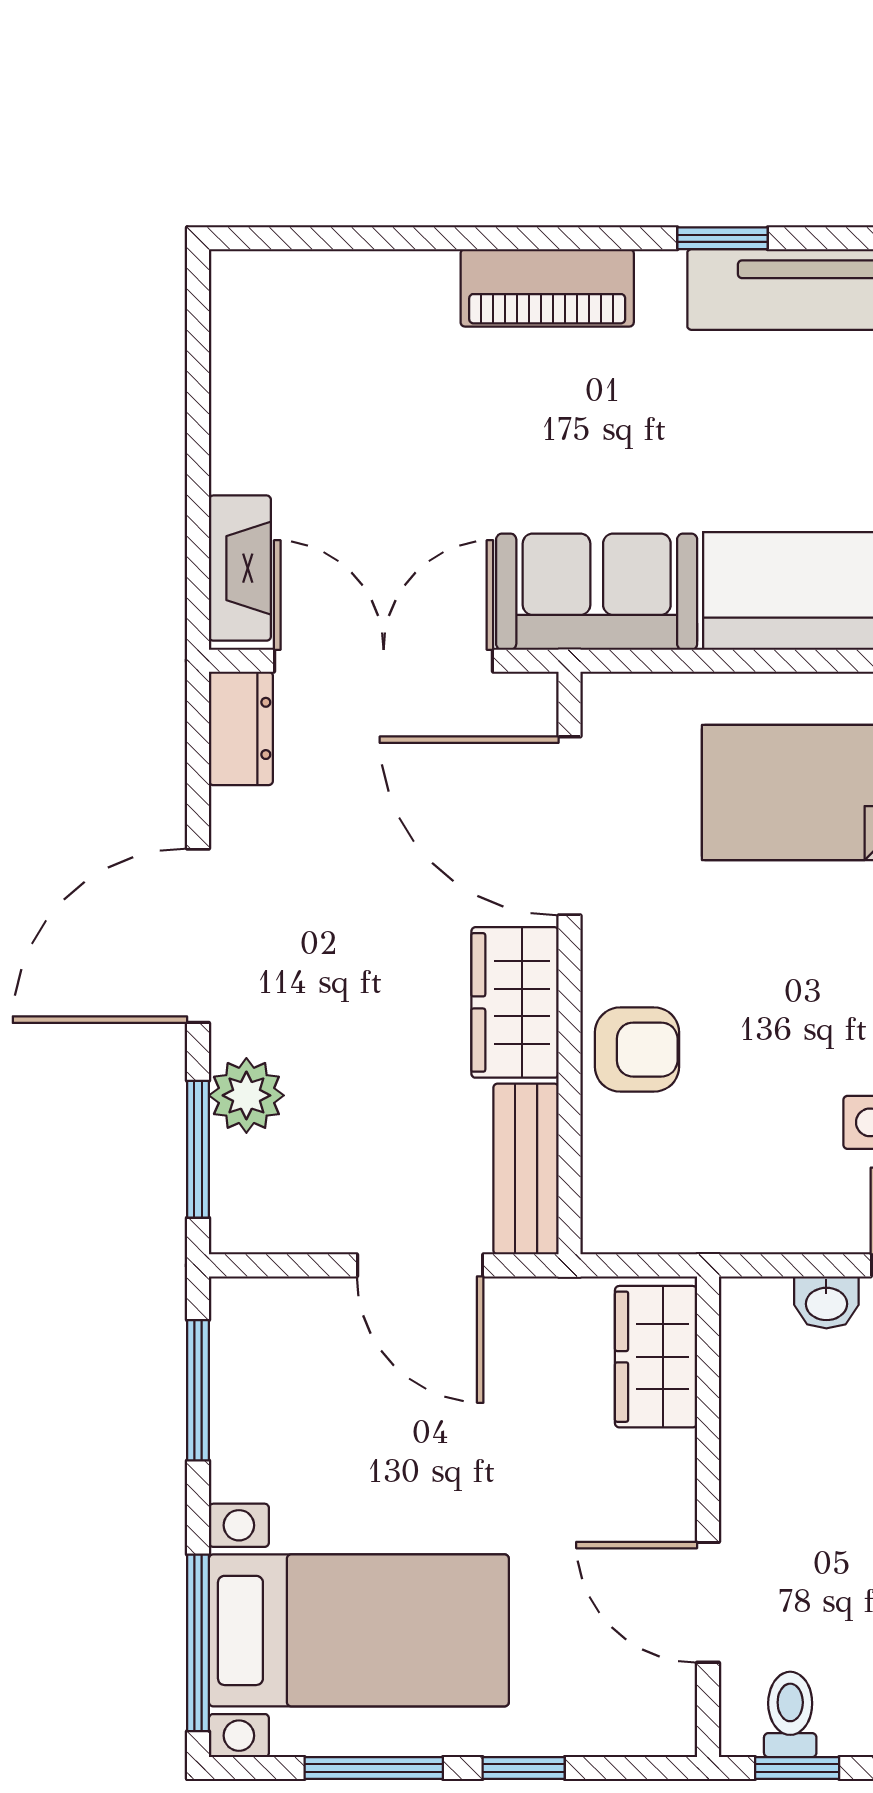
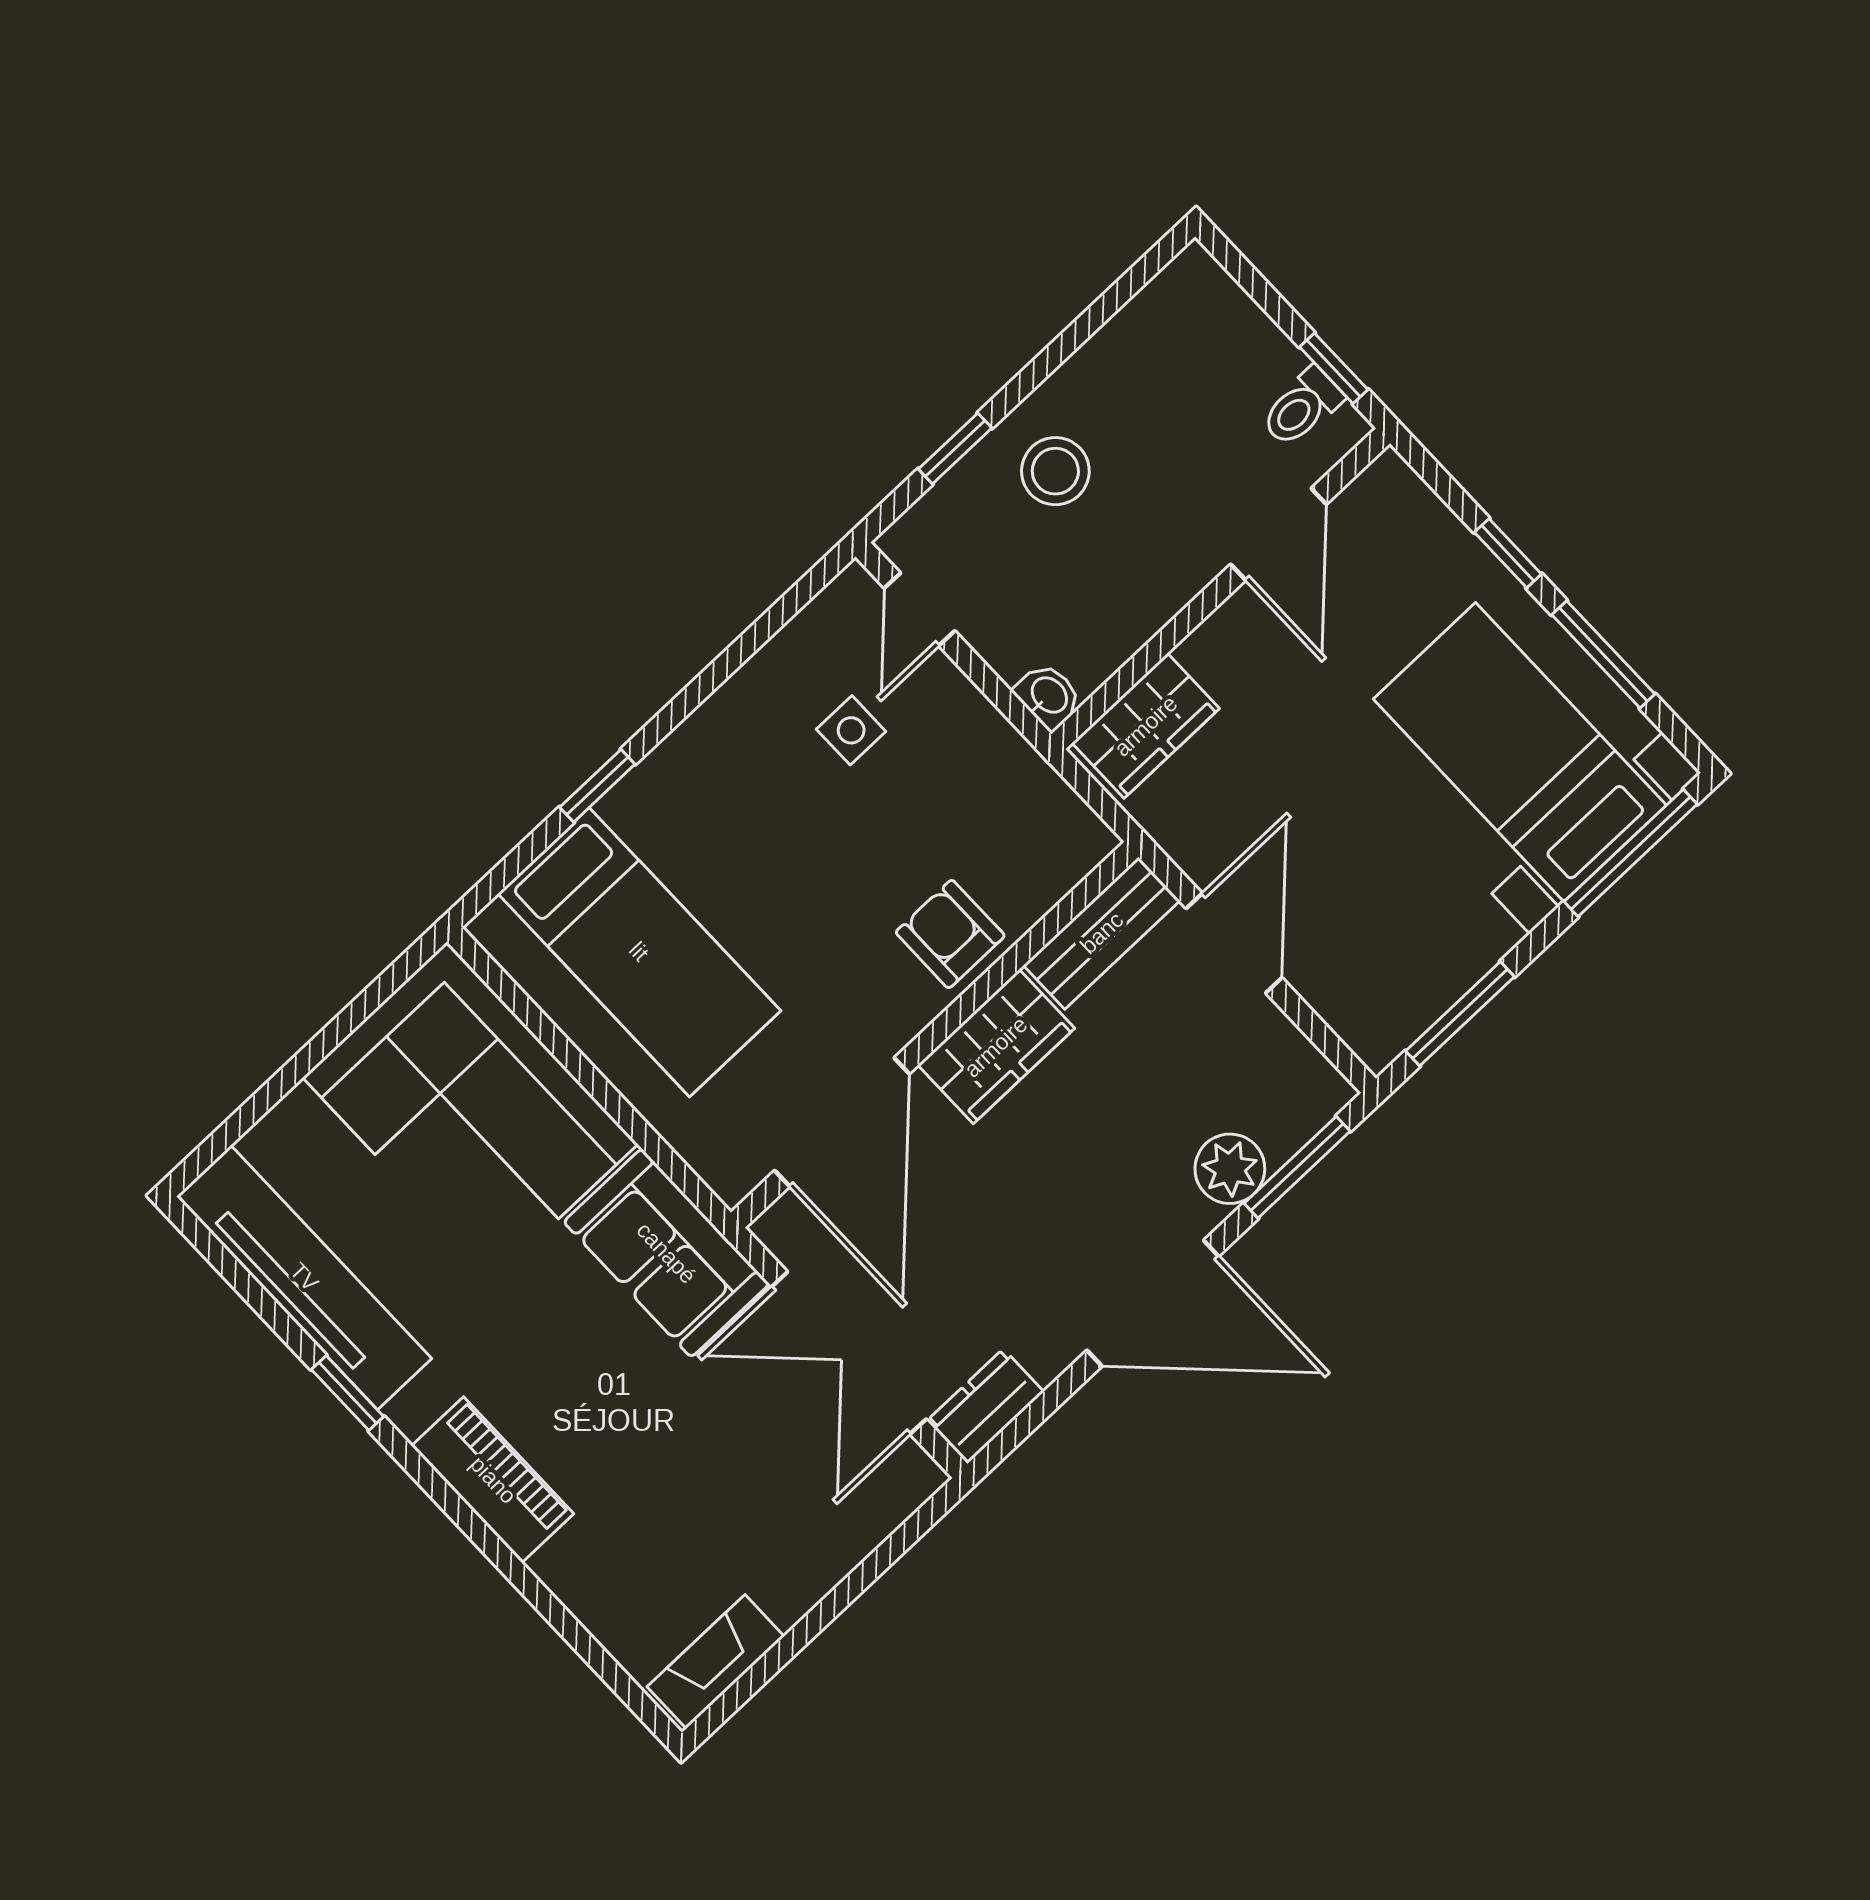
fireplace: (240, 568) -> (716, 1662), moved
washbasin: (826, 1302) -> (1048, 696), moved

